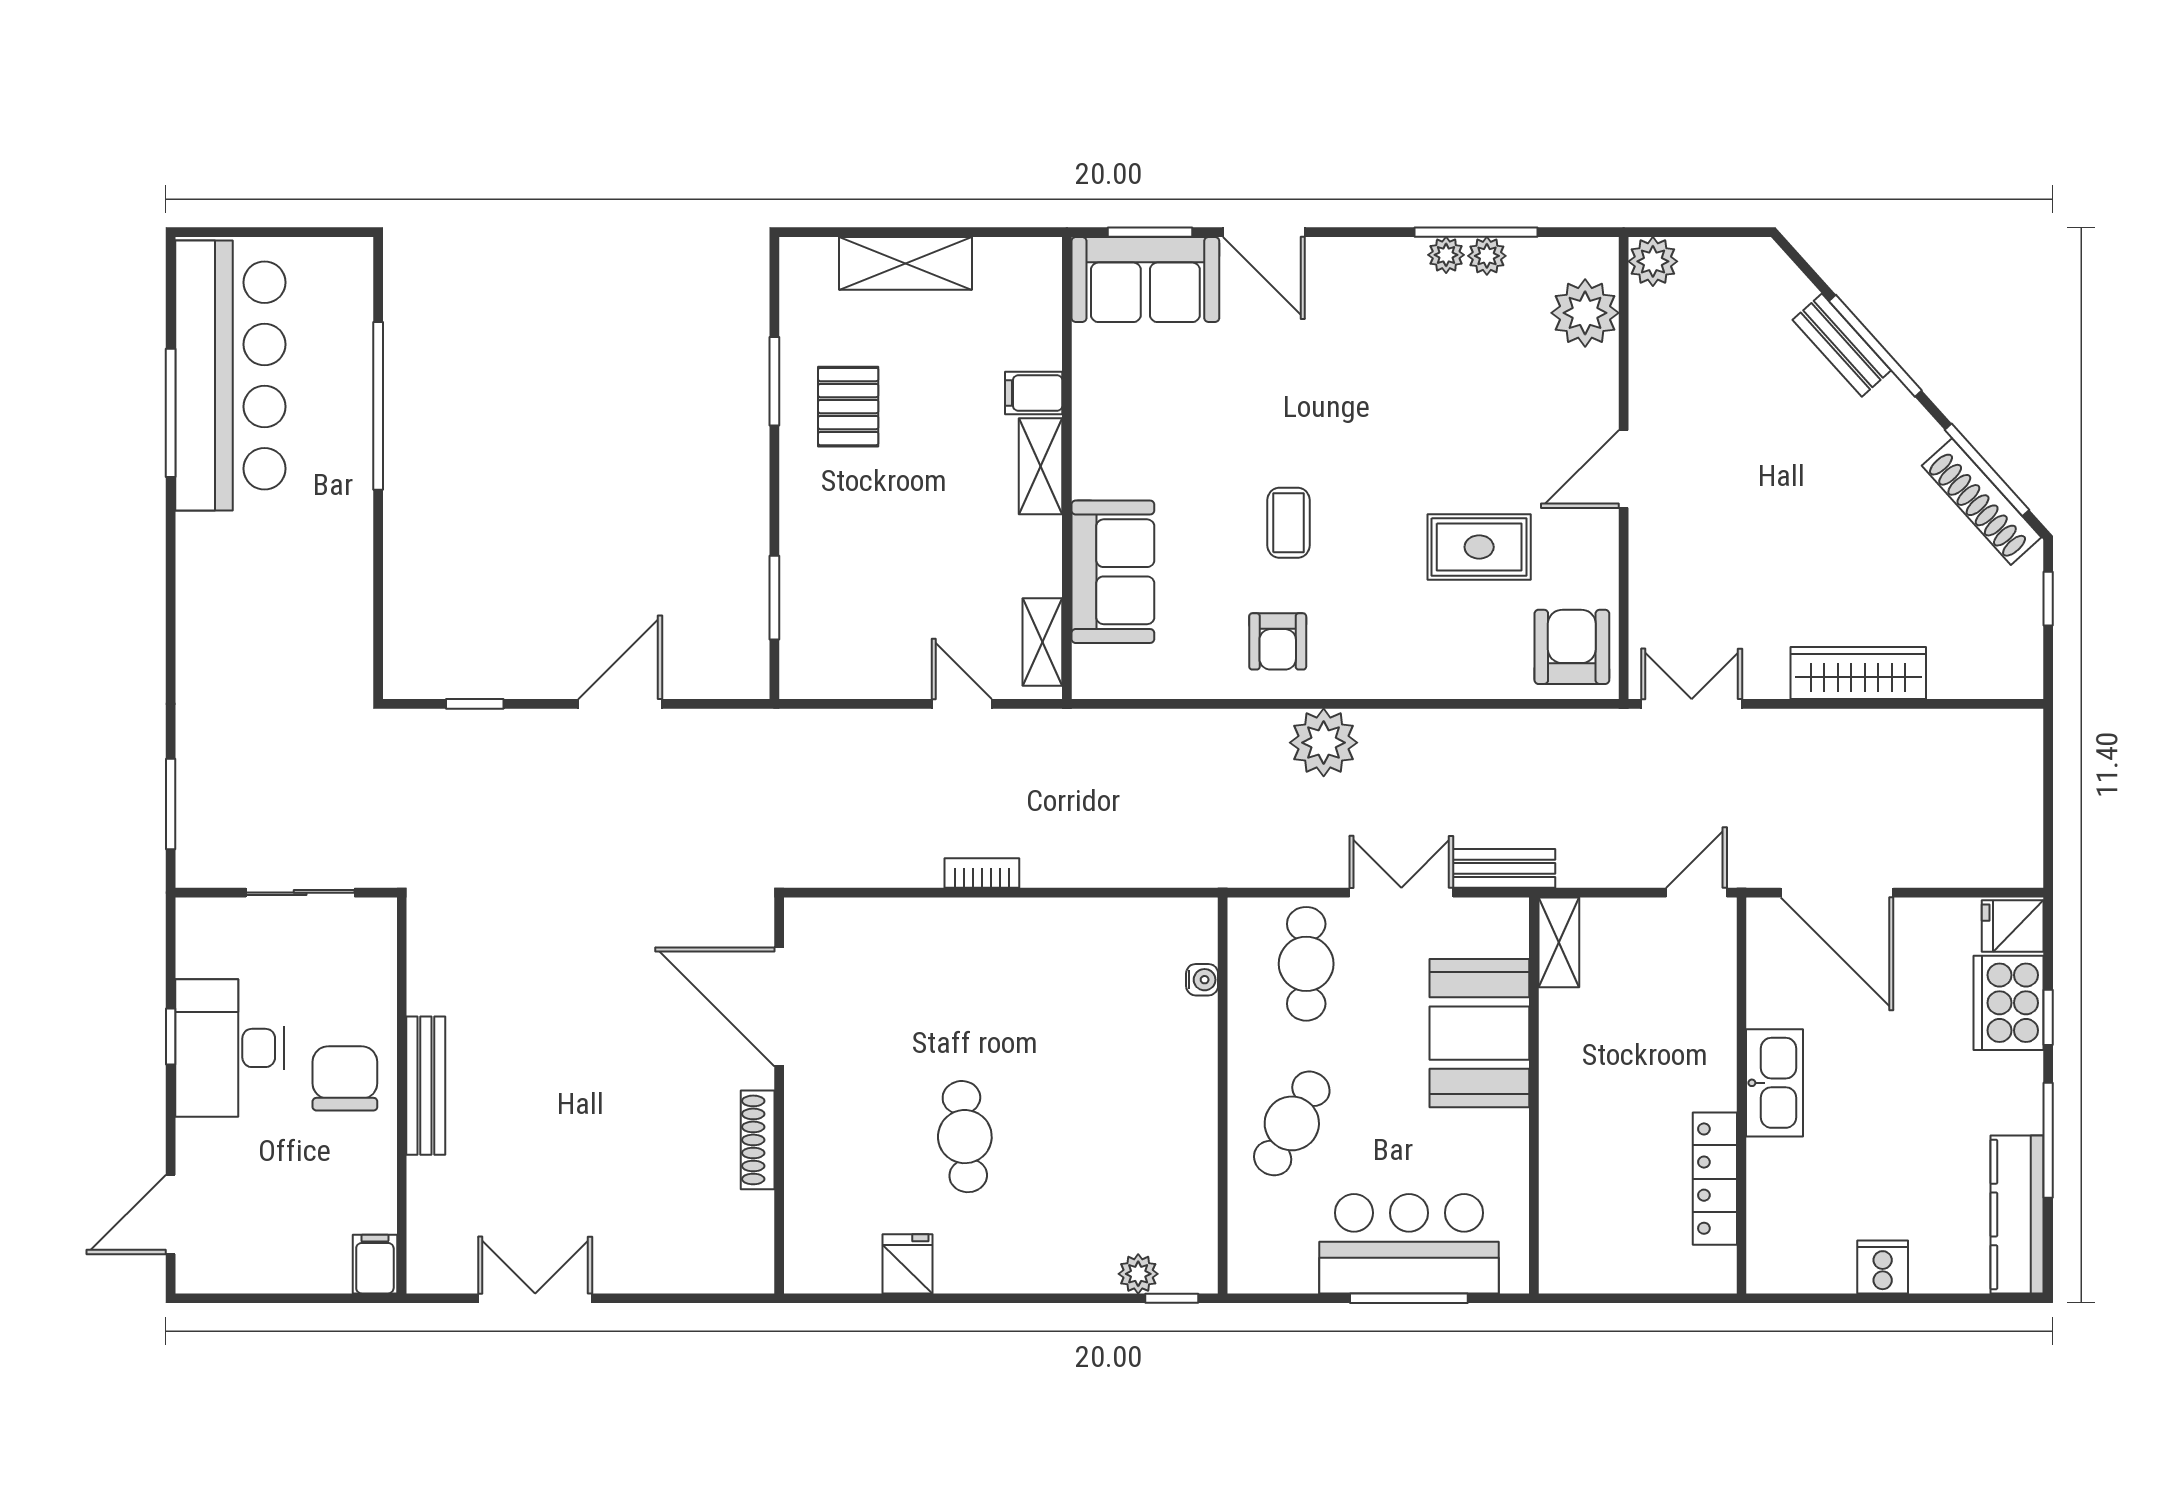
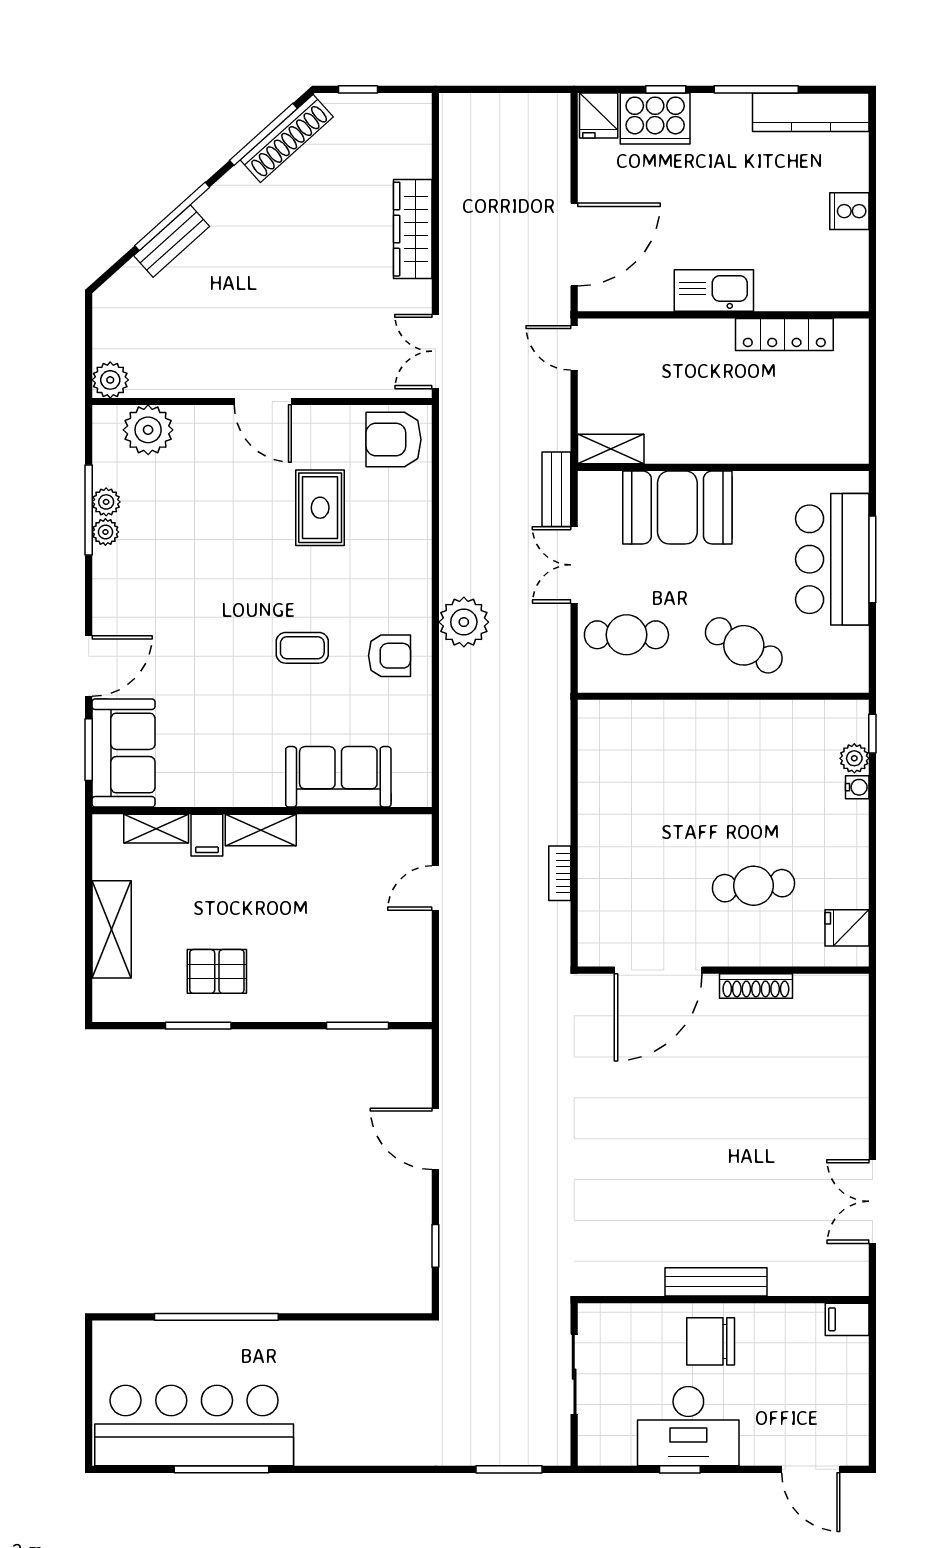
shelving: (1042, 642) -> (156, 829), moved
water cooler: (1202, 980) -> (857, 787), moved, turned 90
door: (779, 1007) -> (658, 970), moved
wall: (779, 1095) -> (723, 970), moved
shoe rack: (758, 1140) -> (756, 986), moved

